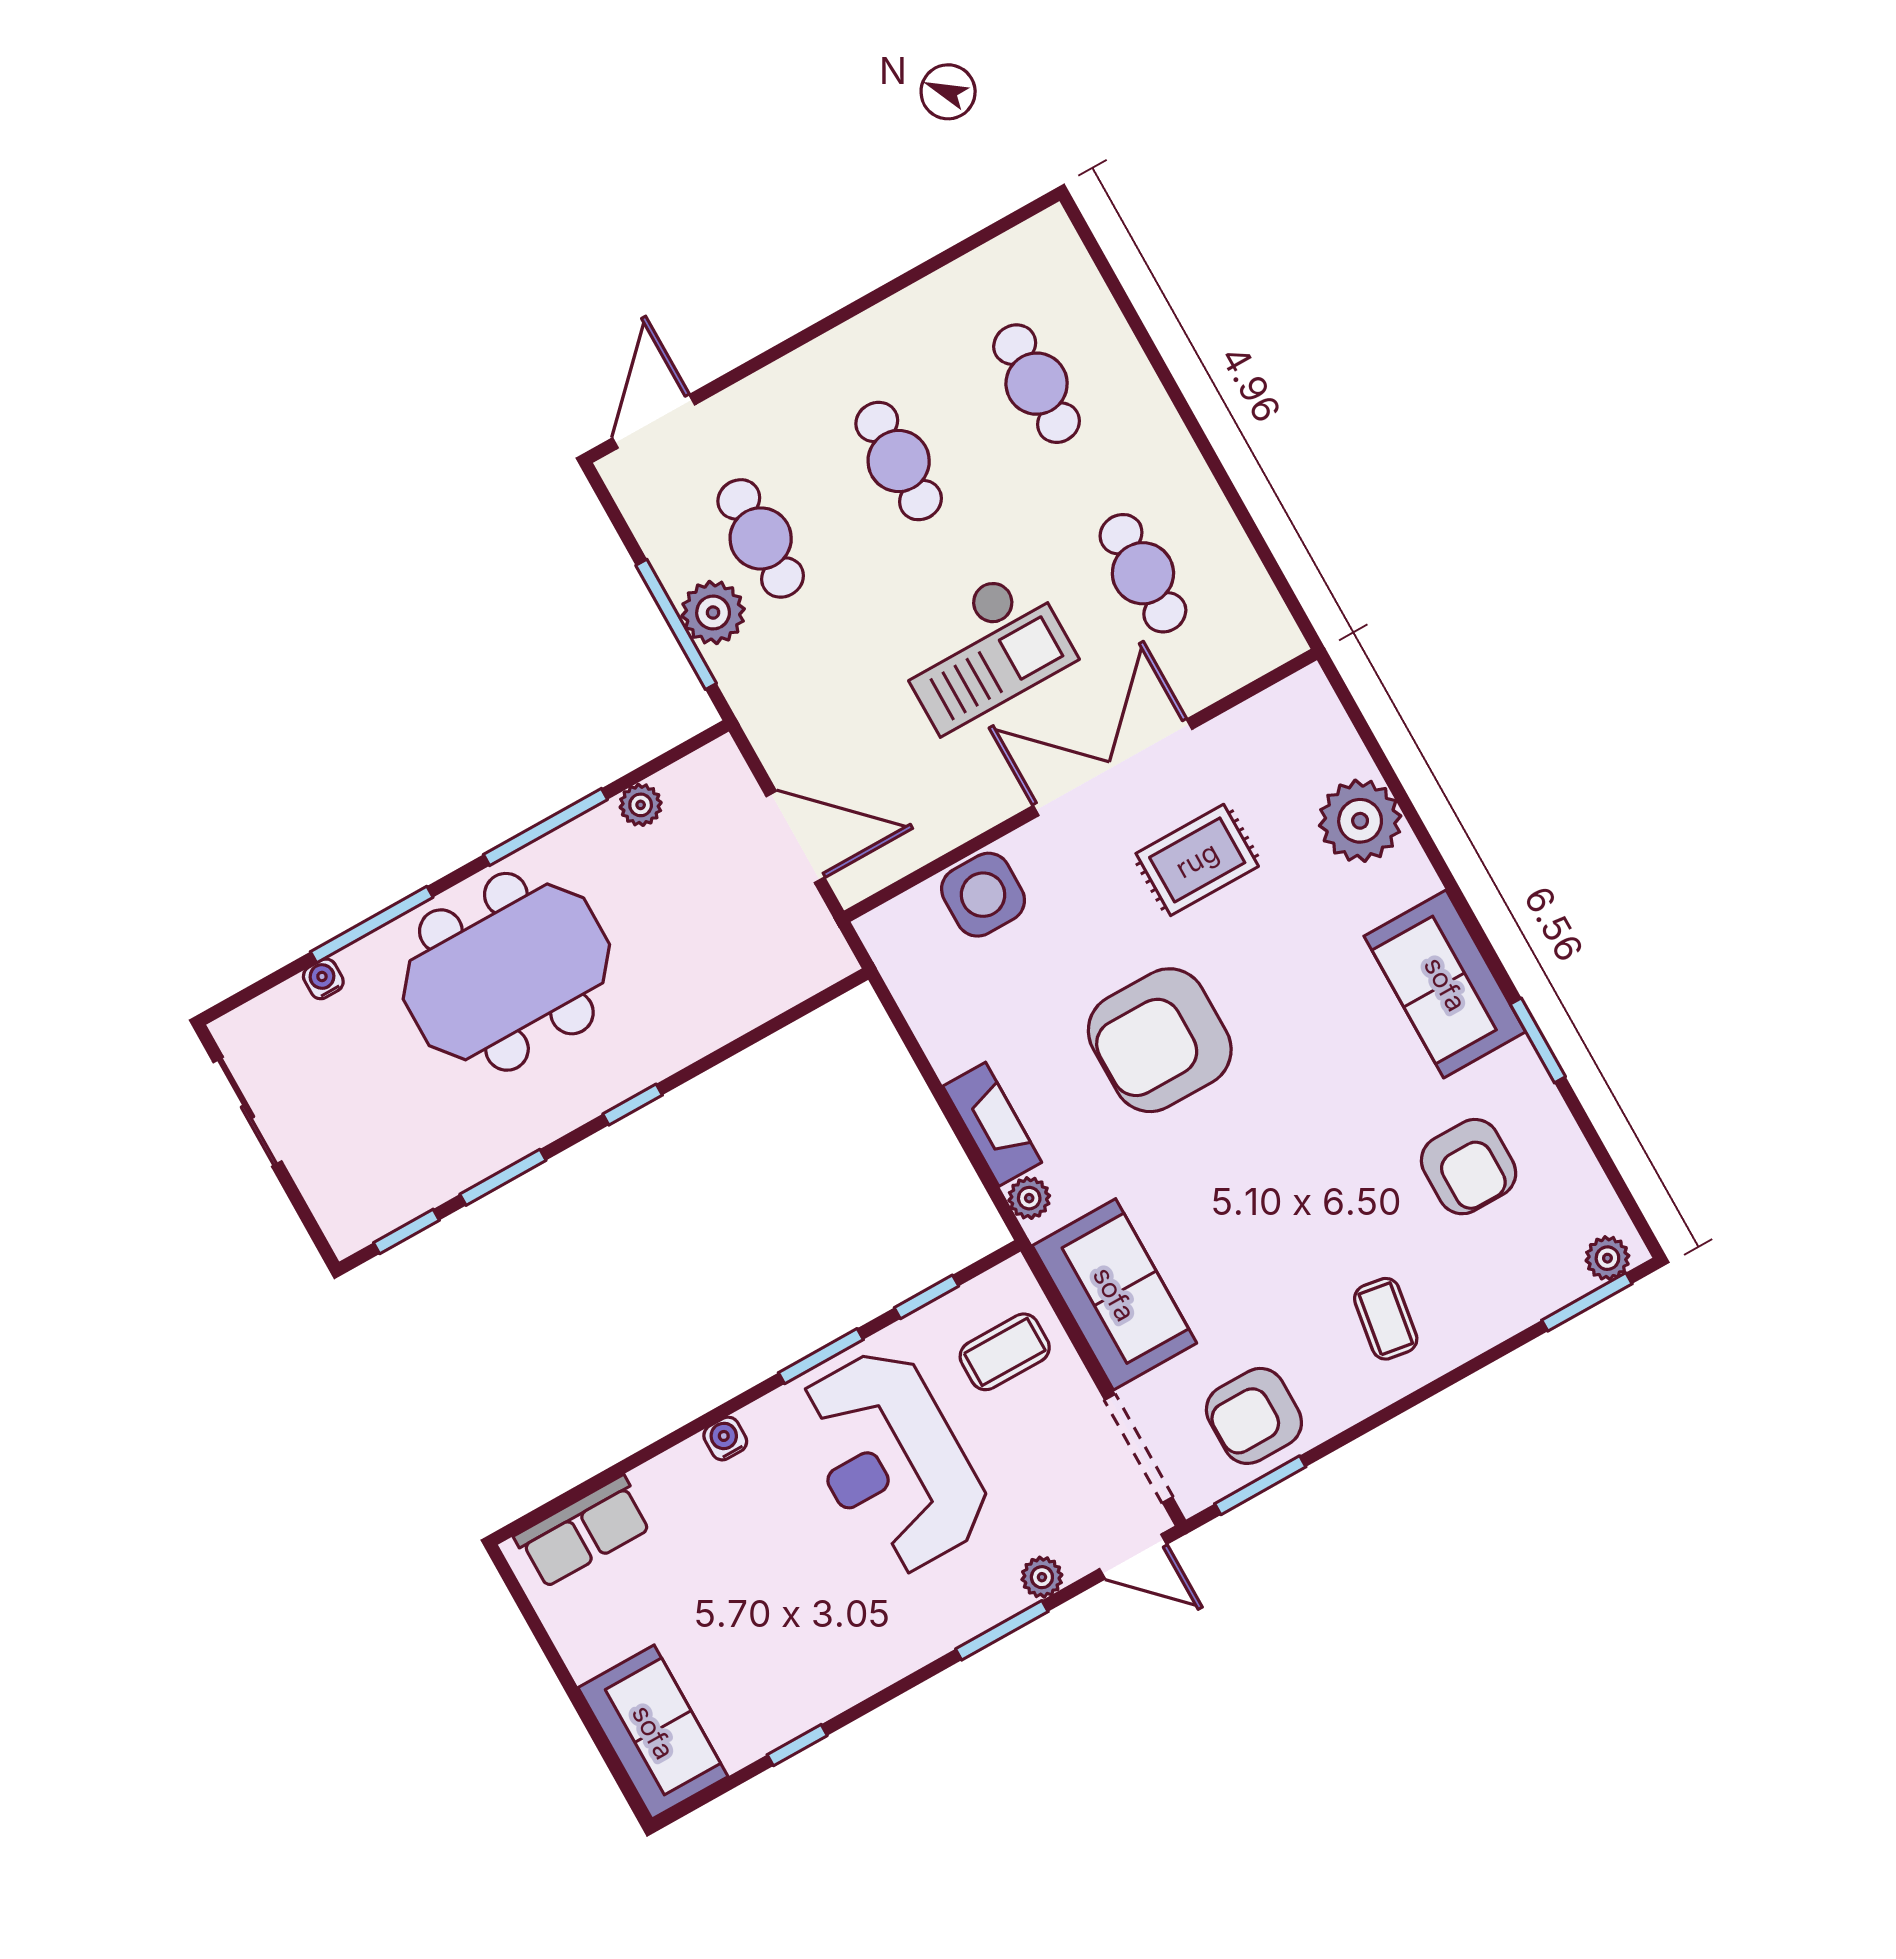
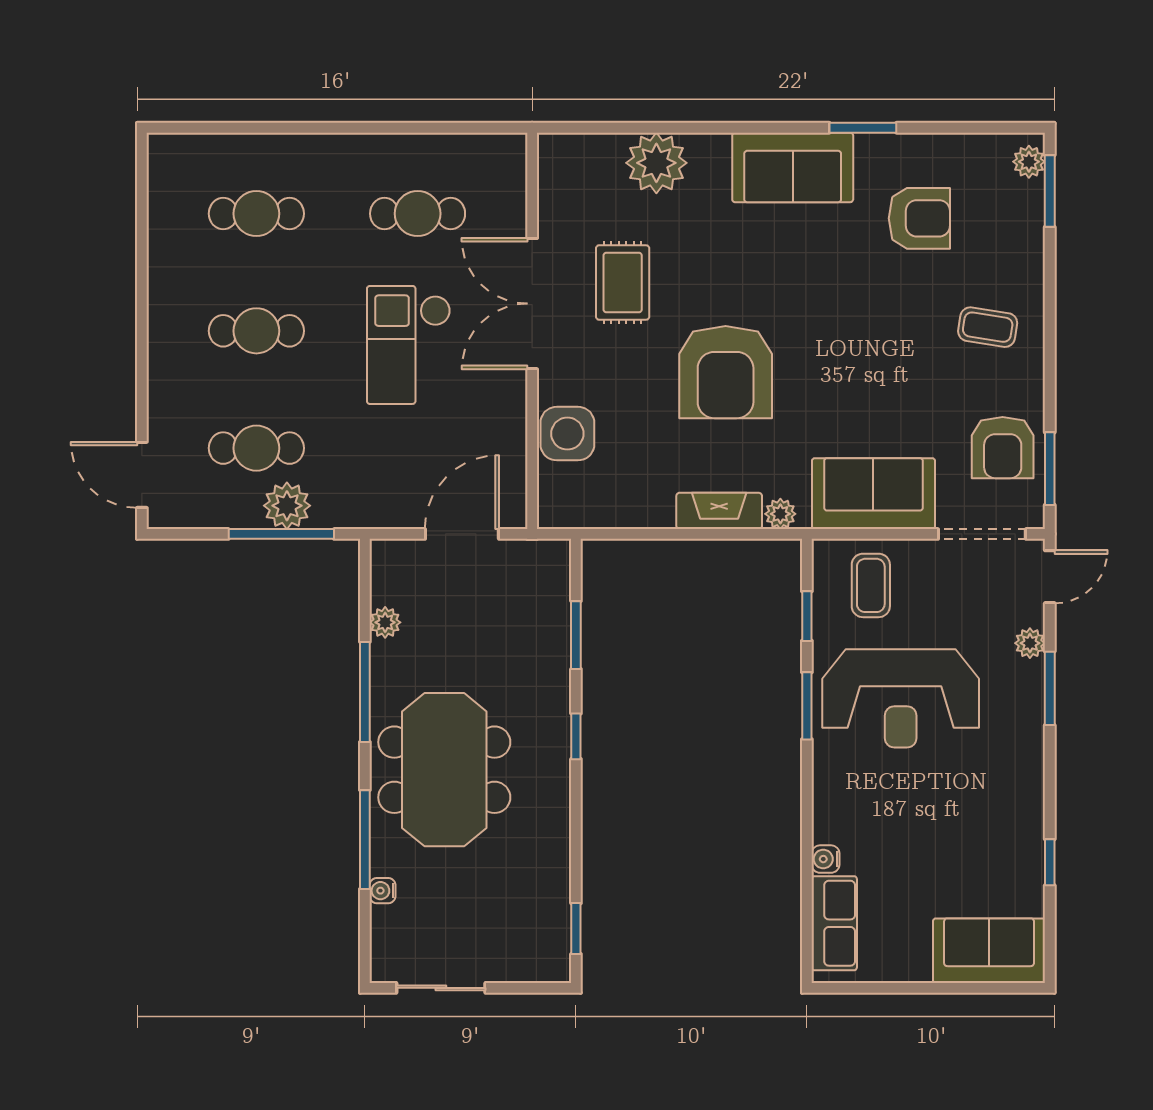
checkout: (983, 650) -> (409, 345), turned 180
window: (503, 1177) -> (576, 635), moved
water cooler: (725, 1439) -> (825, 859), moved

